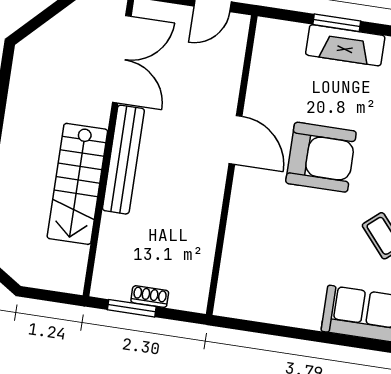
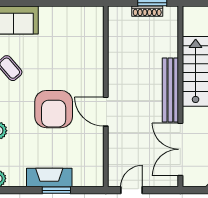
armchair: (321, 157) -> (54, 109), turned -90
shoe rack: (150, 297) -> (147, 11), width x1.43

